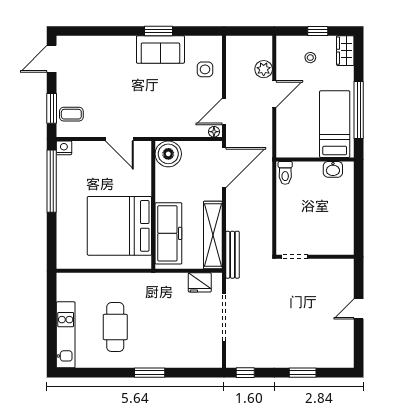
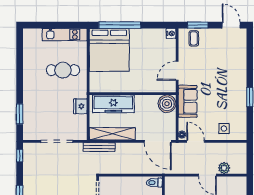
sofa: (160, 50) -> (188, 101), moved, turned 180
window: (52, 181) -> (120, 25), moved
bed: (119, 226) -> (109, 50), moved, turned 180
fridge: (200, 282) -> (80, 106), moved
cafe table: (115, 327) -> (63, 70), moved
kitchen unit: (66, 335) -> (65, 35), moved
window: (150, 373) -> (20, 114), moved

